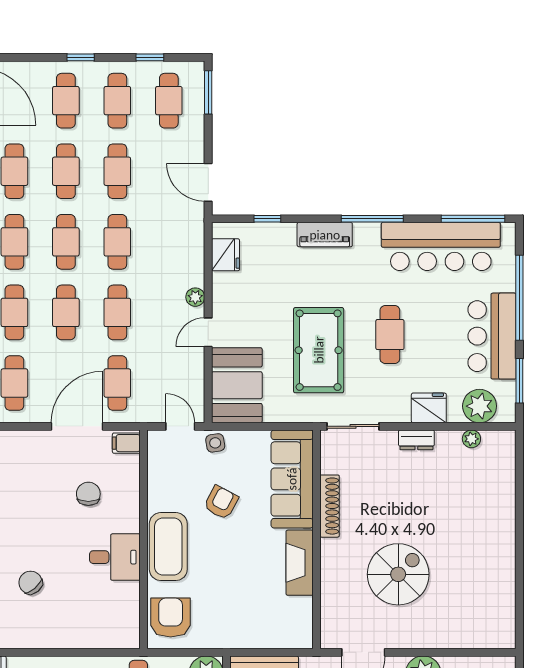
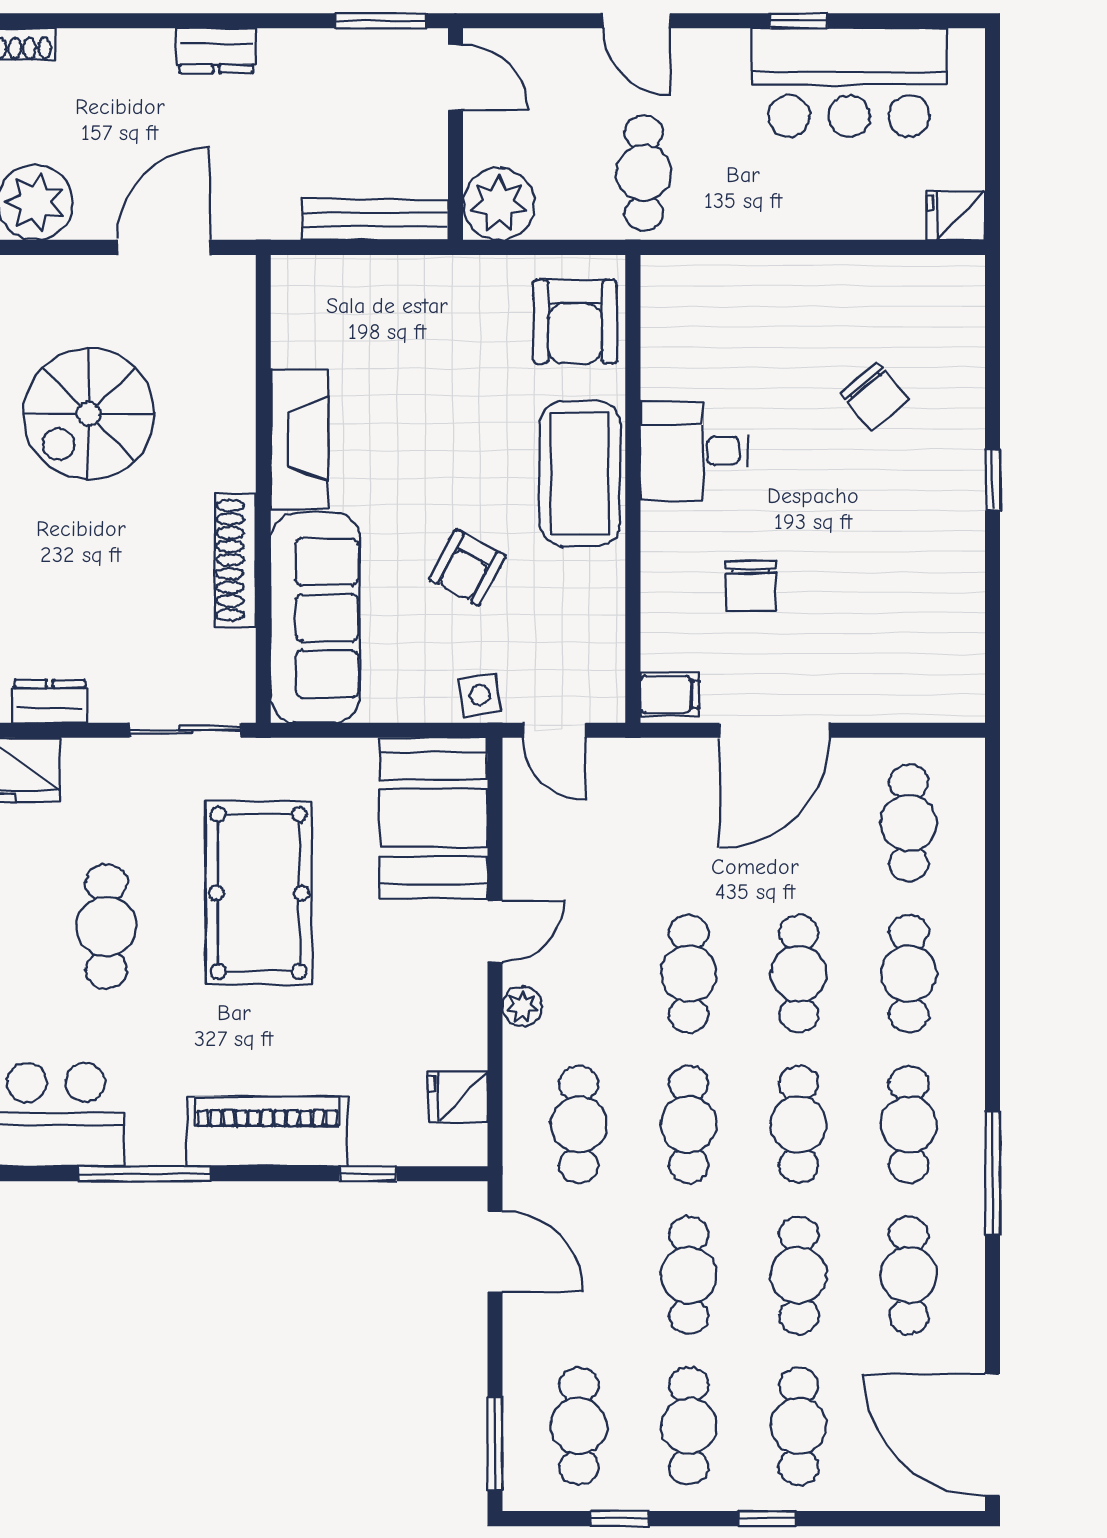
piano: (325, 235) -> (267, 1131), width x1.37, depth x1.33
fridge: (225, 255) -> (458, 1097), width x0.72
cafe table: (117, 383) -> (579, 1124), moved

